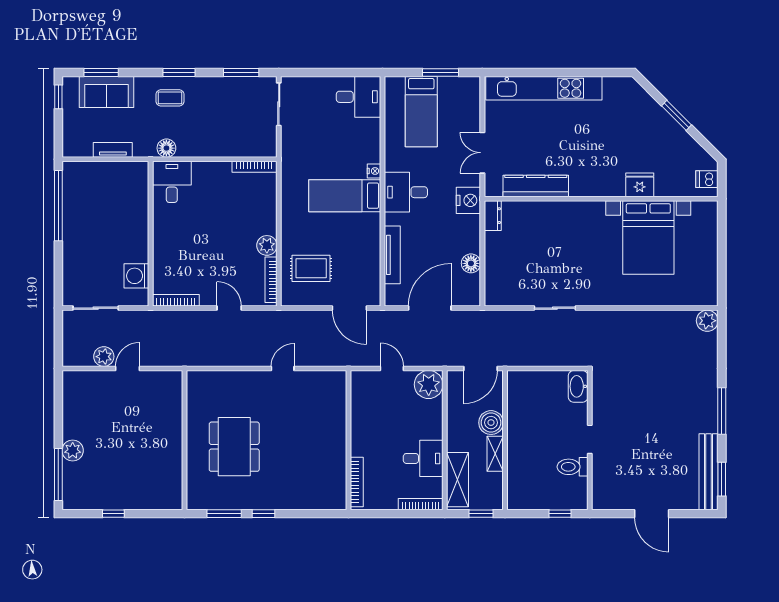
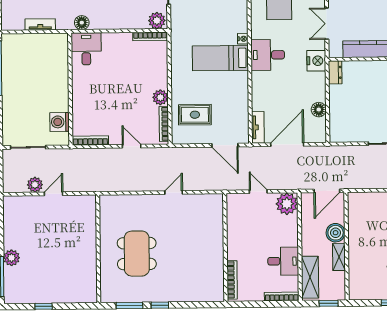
plant: (263, 146) -> (157, 21), added
tv unit: (392, 255) -> (258, 127), moved, width x0.71

